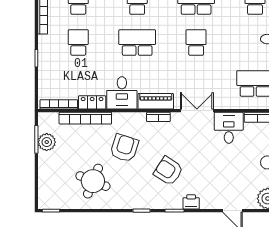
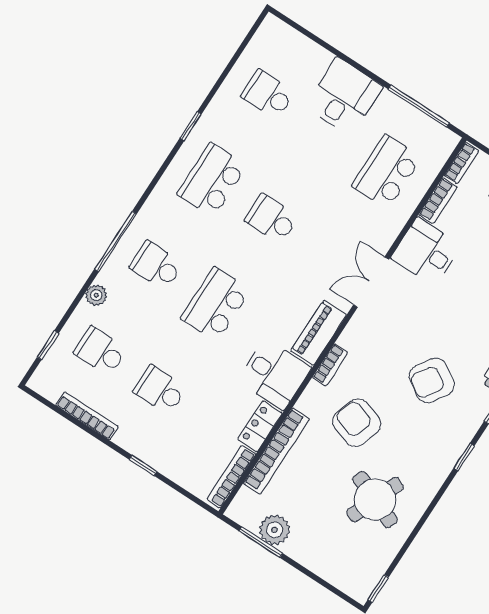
bookcase: (158, 117) -> (330, 365), moved

